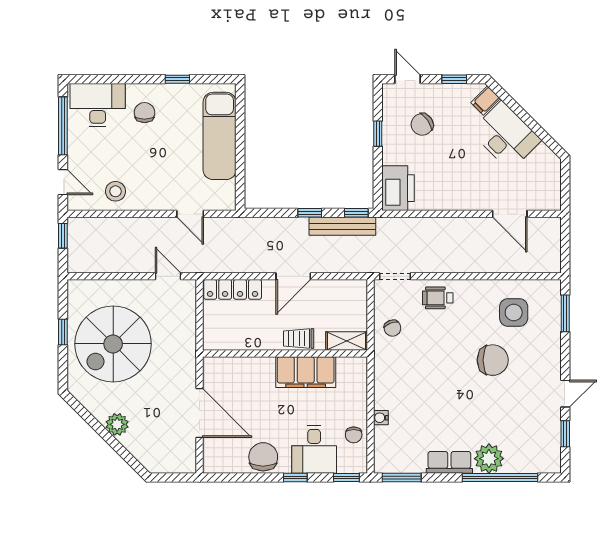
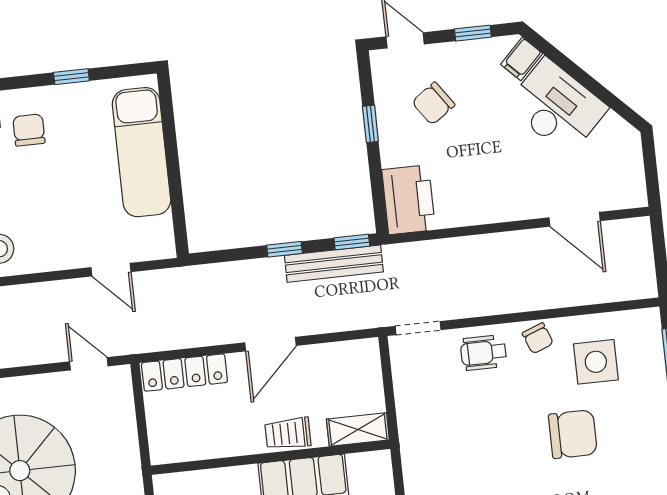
chair: (392, 328) -> (538, 338), moved

